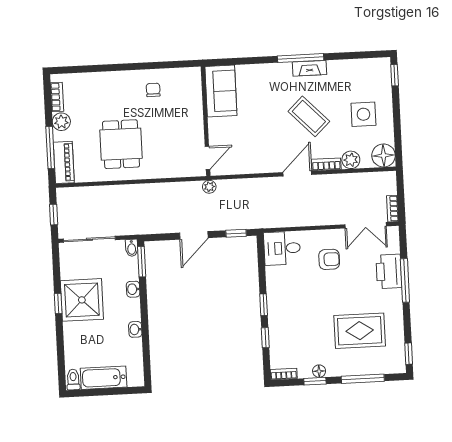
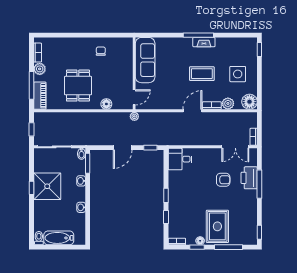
sofa: (221, 91) -> (145, 60), width x1.36
coffee table: (309, 116) -> (202, 74), turned -46
floor lamp: (166, 170) -> (106, 104), added
armchair: (329, 259) -> (223, 180), moved
rug: (360, 331) -> (217, 226), moved, turned 90

